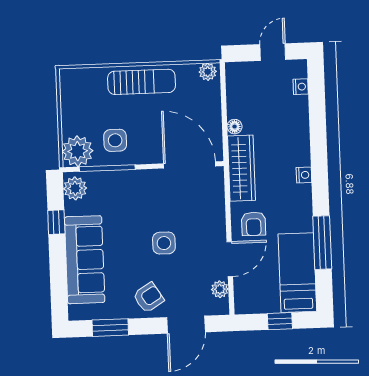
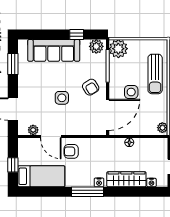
sun lounger: (142, 82) -> (155, 74), moved
side table: (115, 140) -> (131, 92), moved
wardrobe: (241, 168) -> (126, 179), moved, turned 180
window: (322, 243) -> (87, 192), moved
armchair: (148, 298) -> (91, 87), moved

